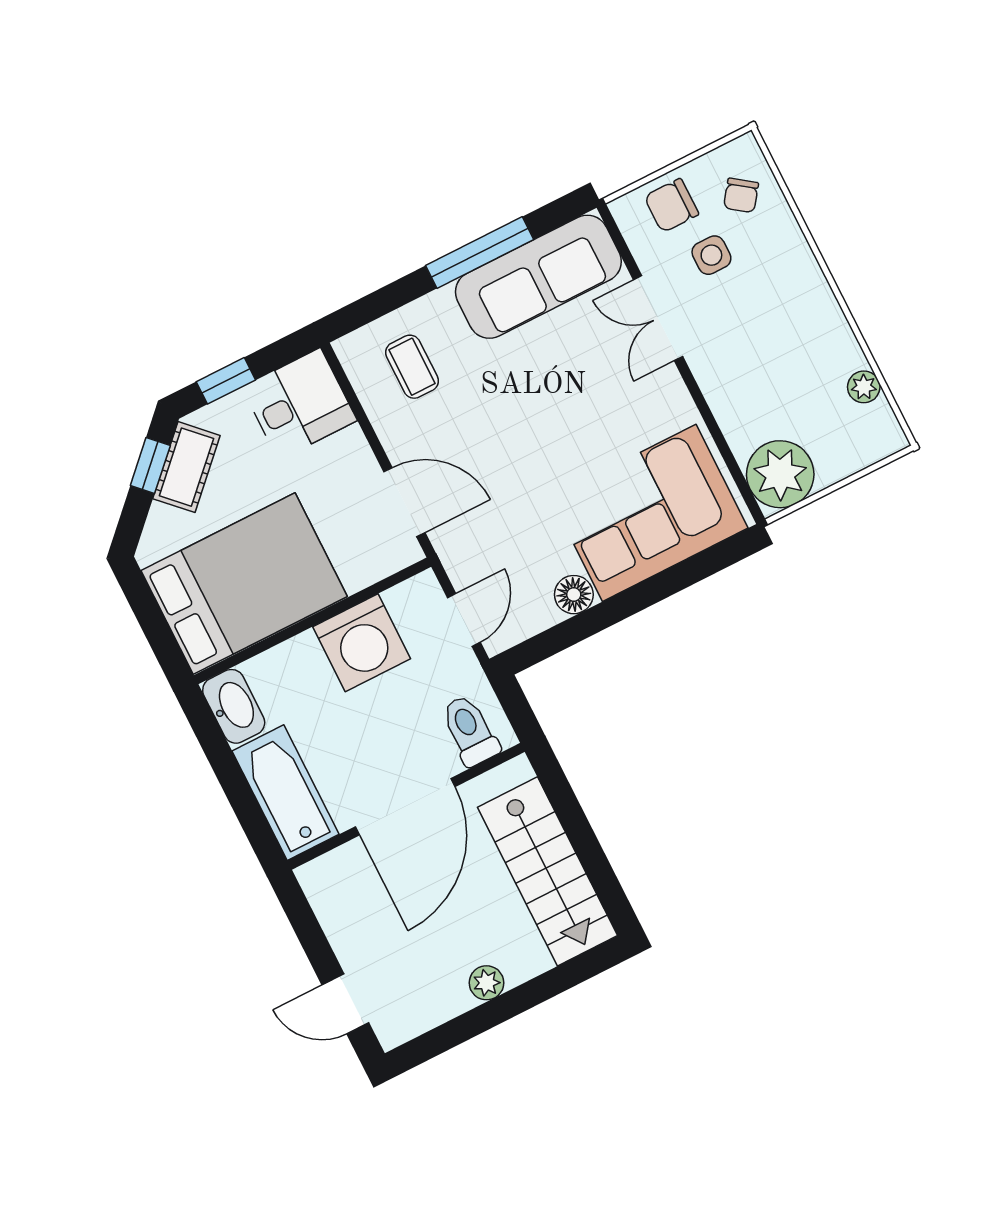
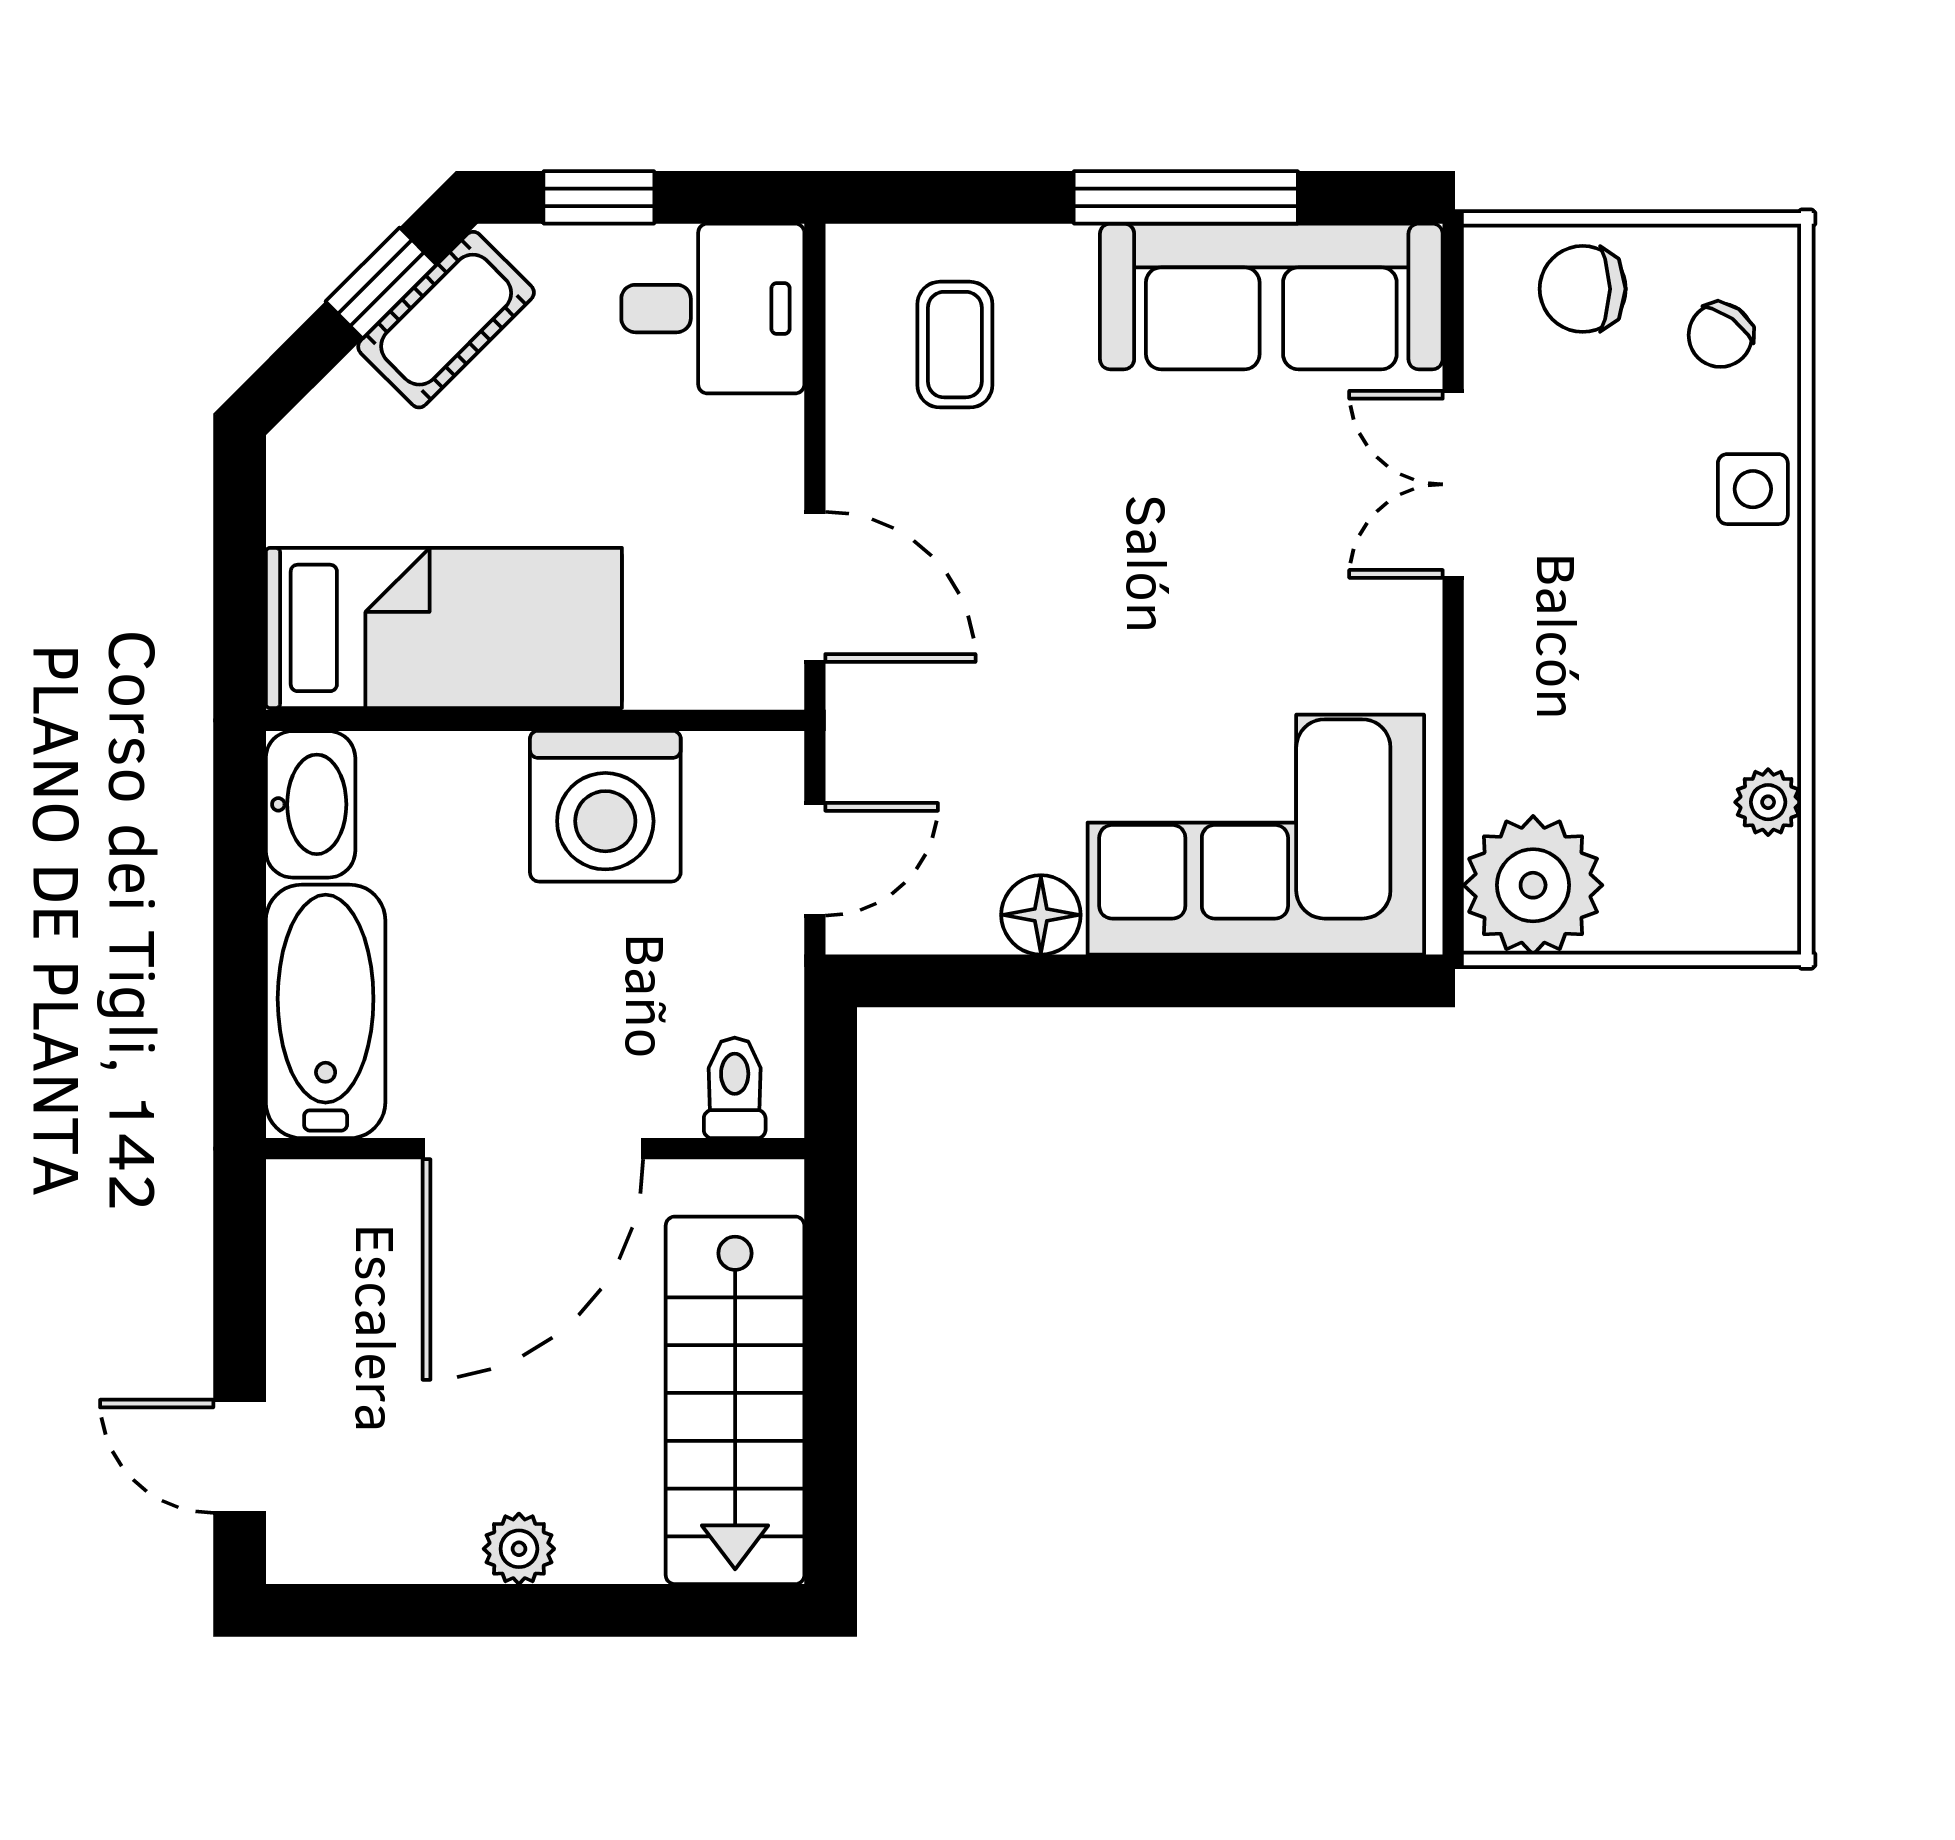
side table: (711, 255) -> (1753, 489), moved
bed: (244, 584) -> (444, 628), width x0.67
toilet: (470, 730) -> (735, 1088), width x0.73, depth x0.72

